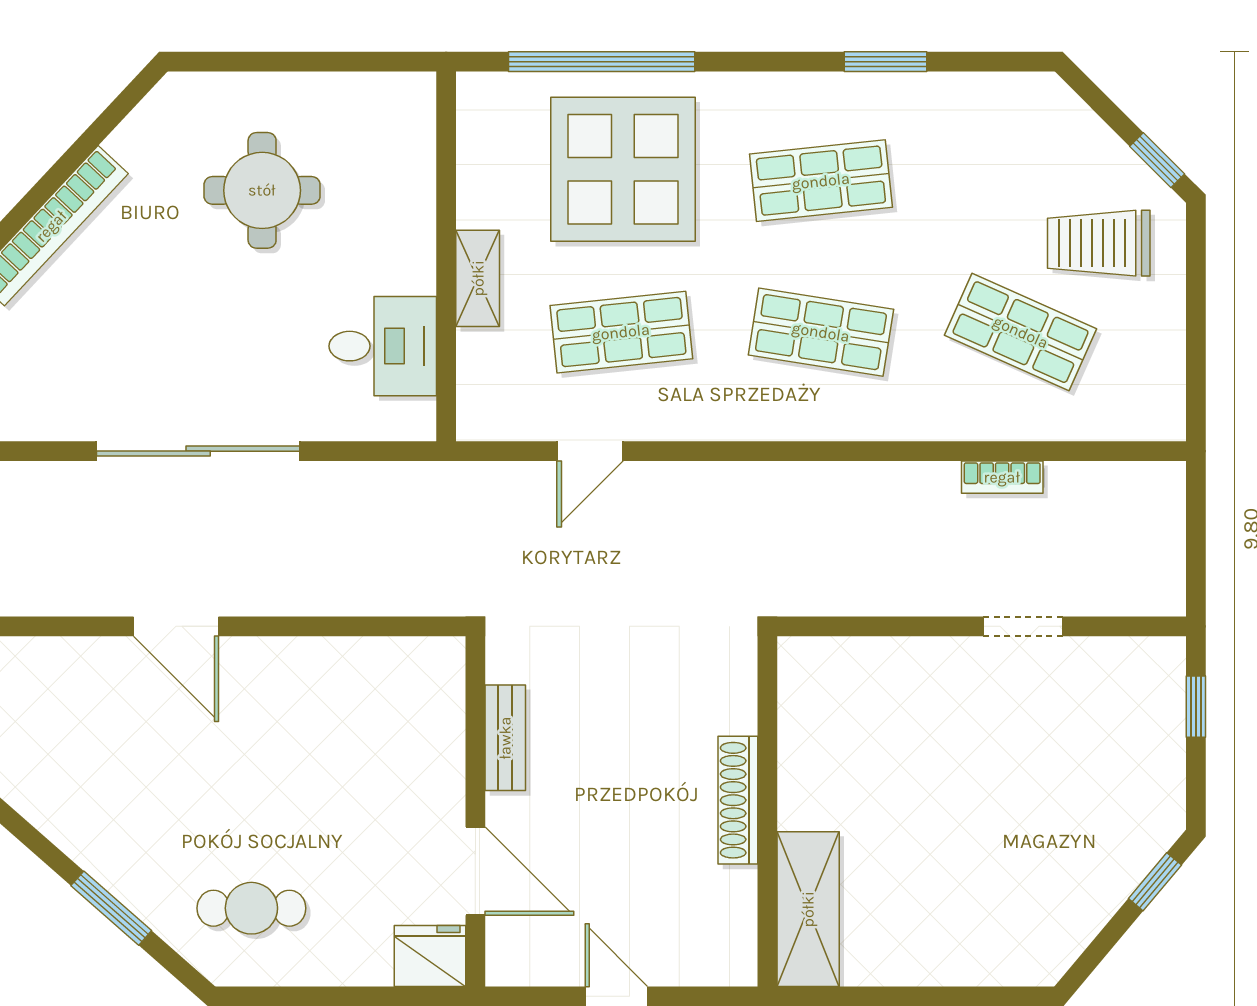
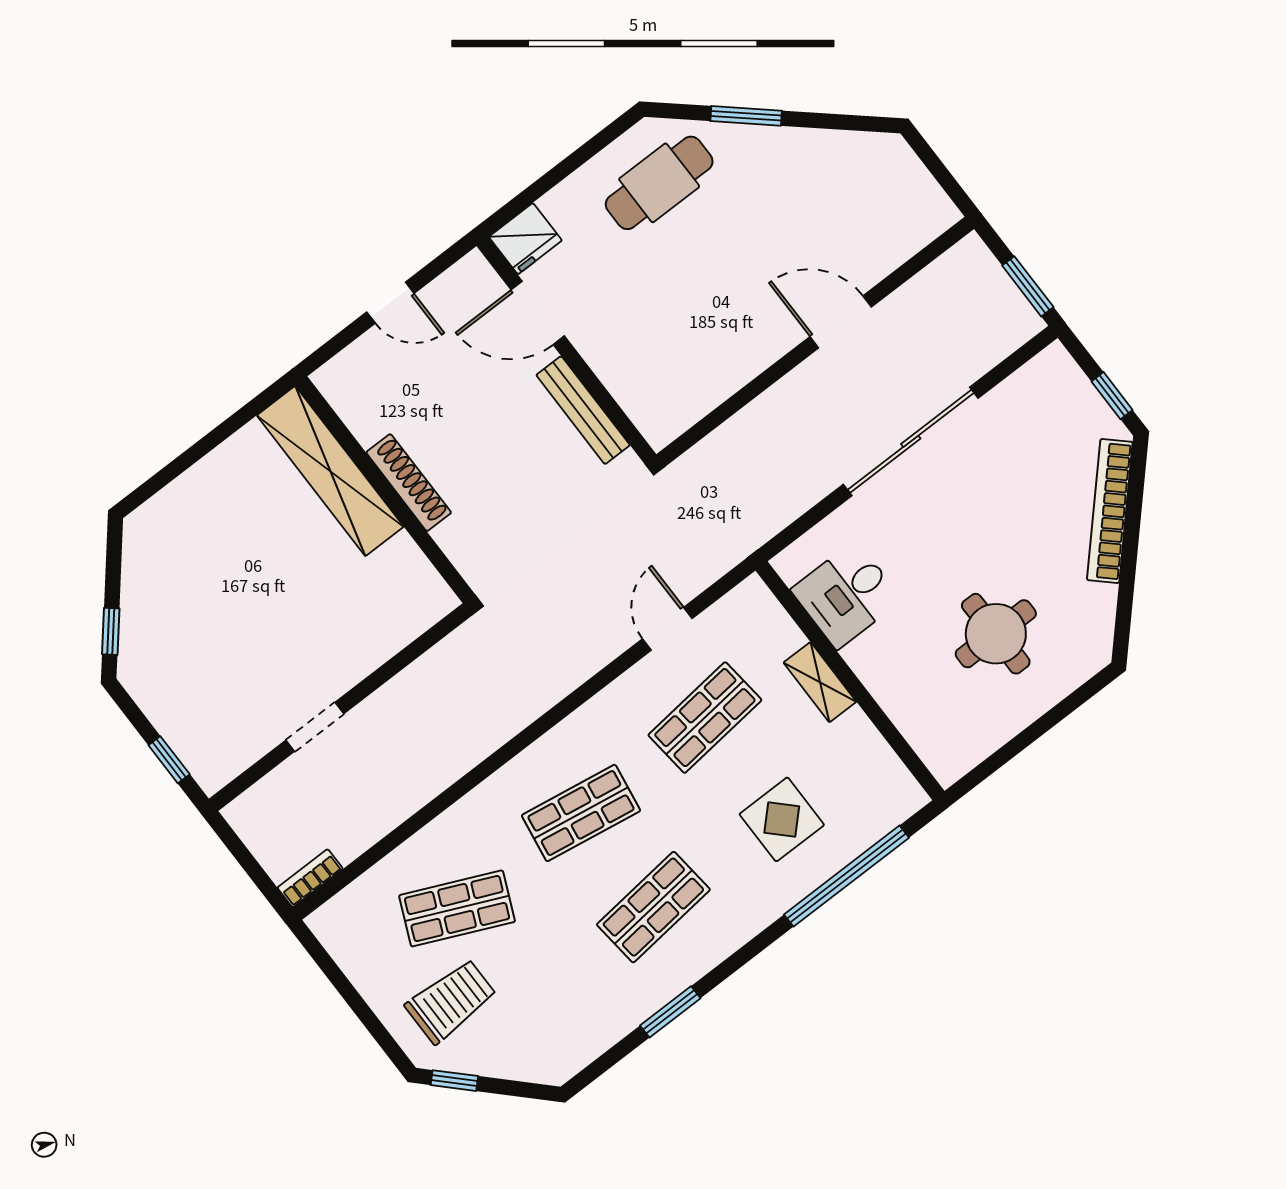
display table: (623, 169) -> (782, 819), width x0.54, depth x0.54
bookcase: (1002, 477) -> (310, 878), moved
bench: (505, 738) -> (583, 410), width x1.36
cafe table: (251, 908) -> (659, 183), width x1.37, depth x1.35
shelving: (808, 909) -> (330, 471), width x1.47

